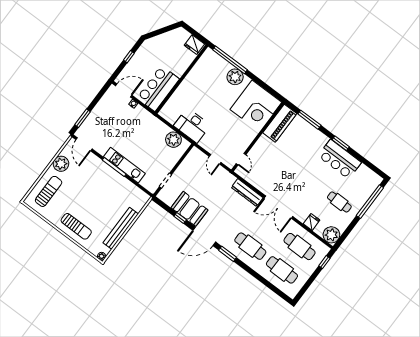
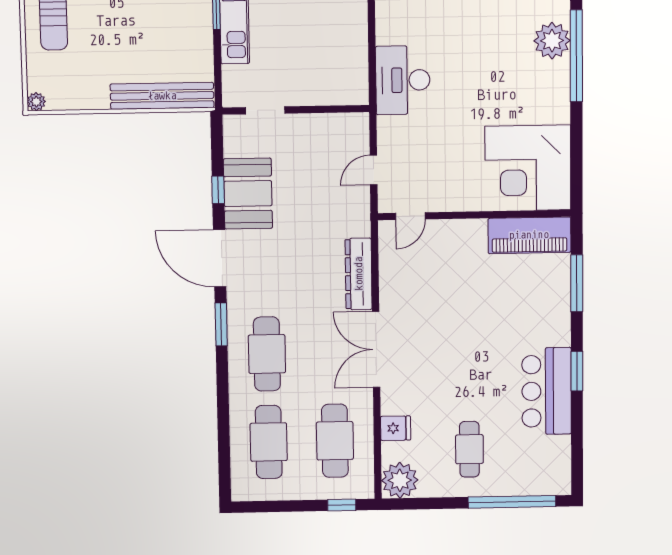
plant: (235, 77) -> (552, 41), moved
plant: (173, 140) -> (351, 67), removed
bench: (121, 228) -> (162, 96), moved

